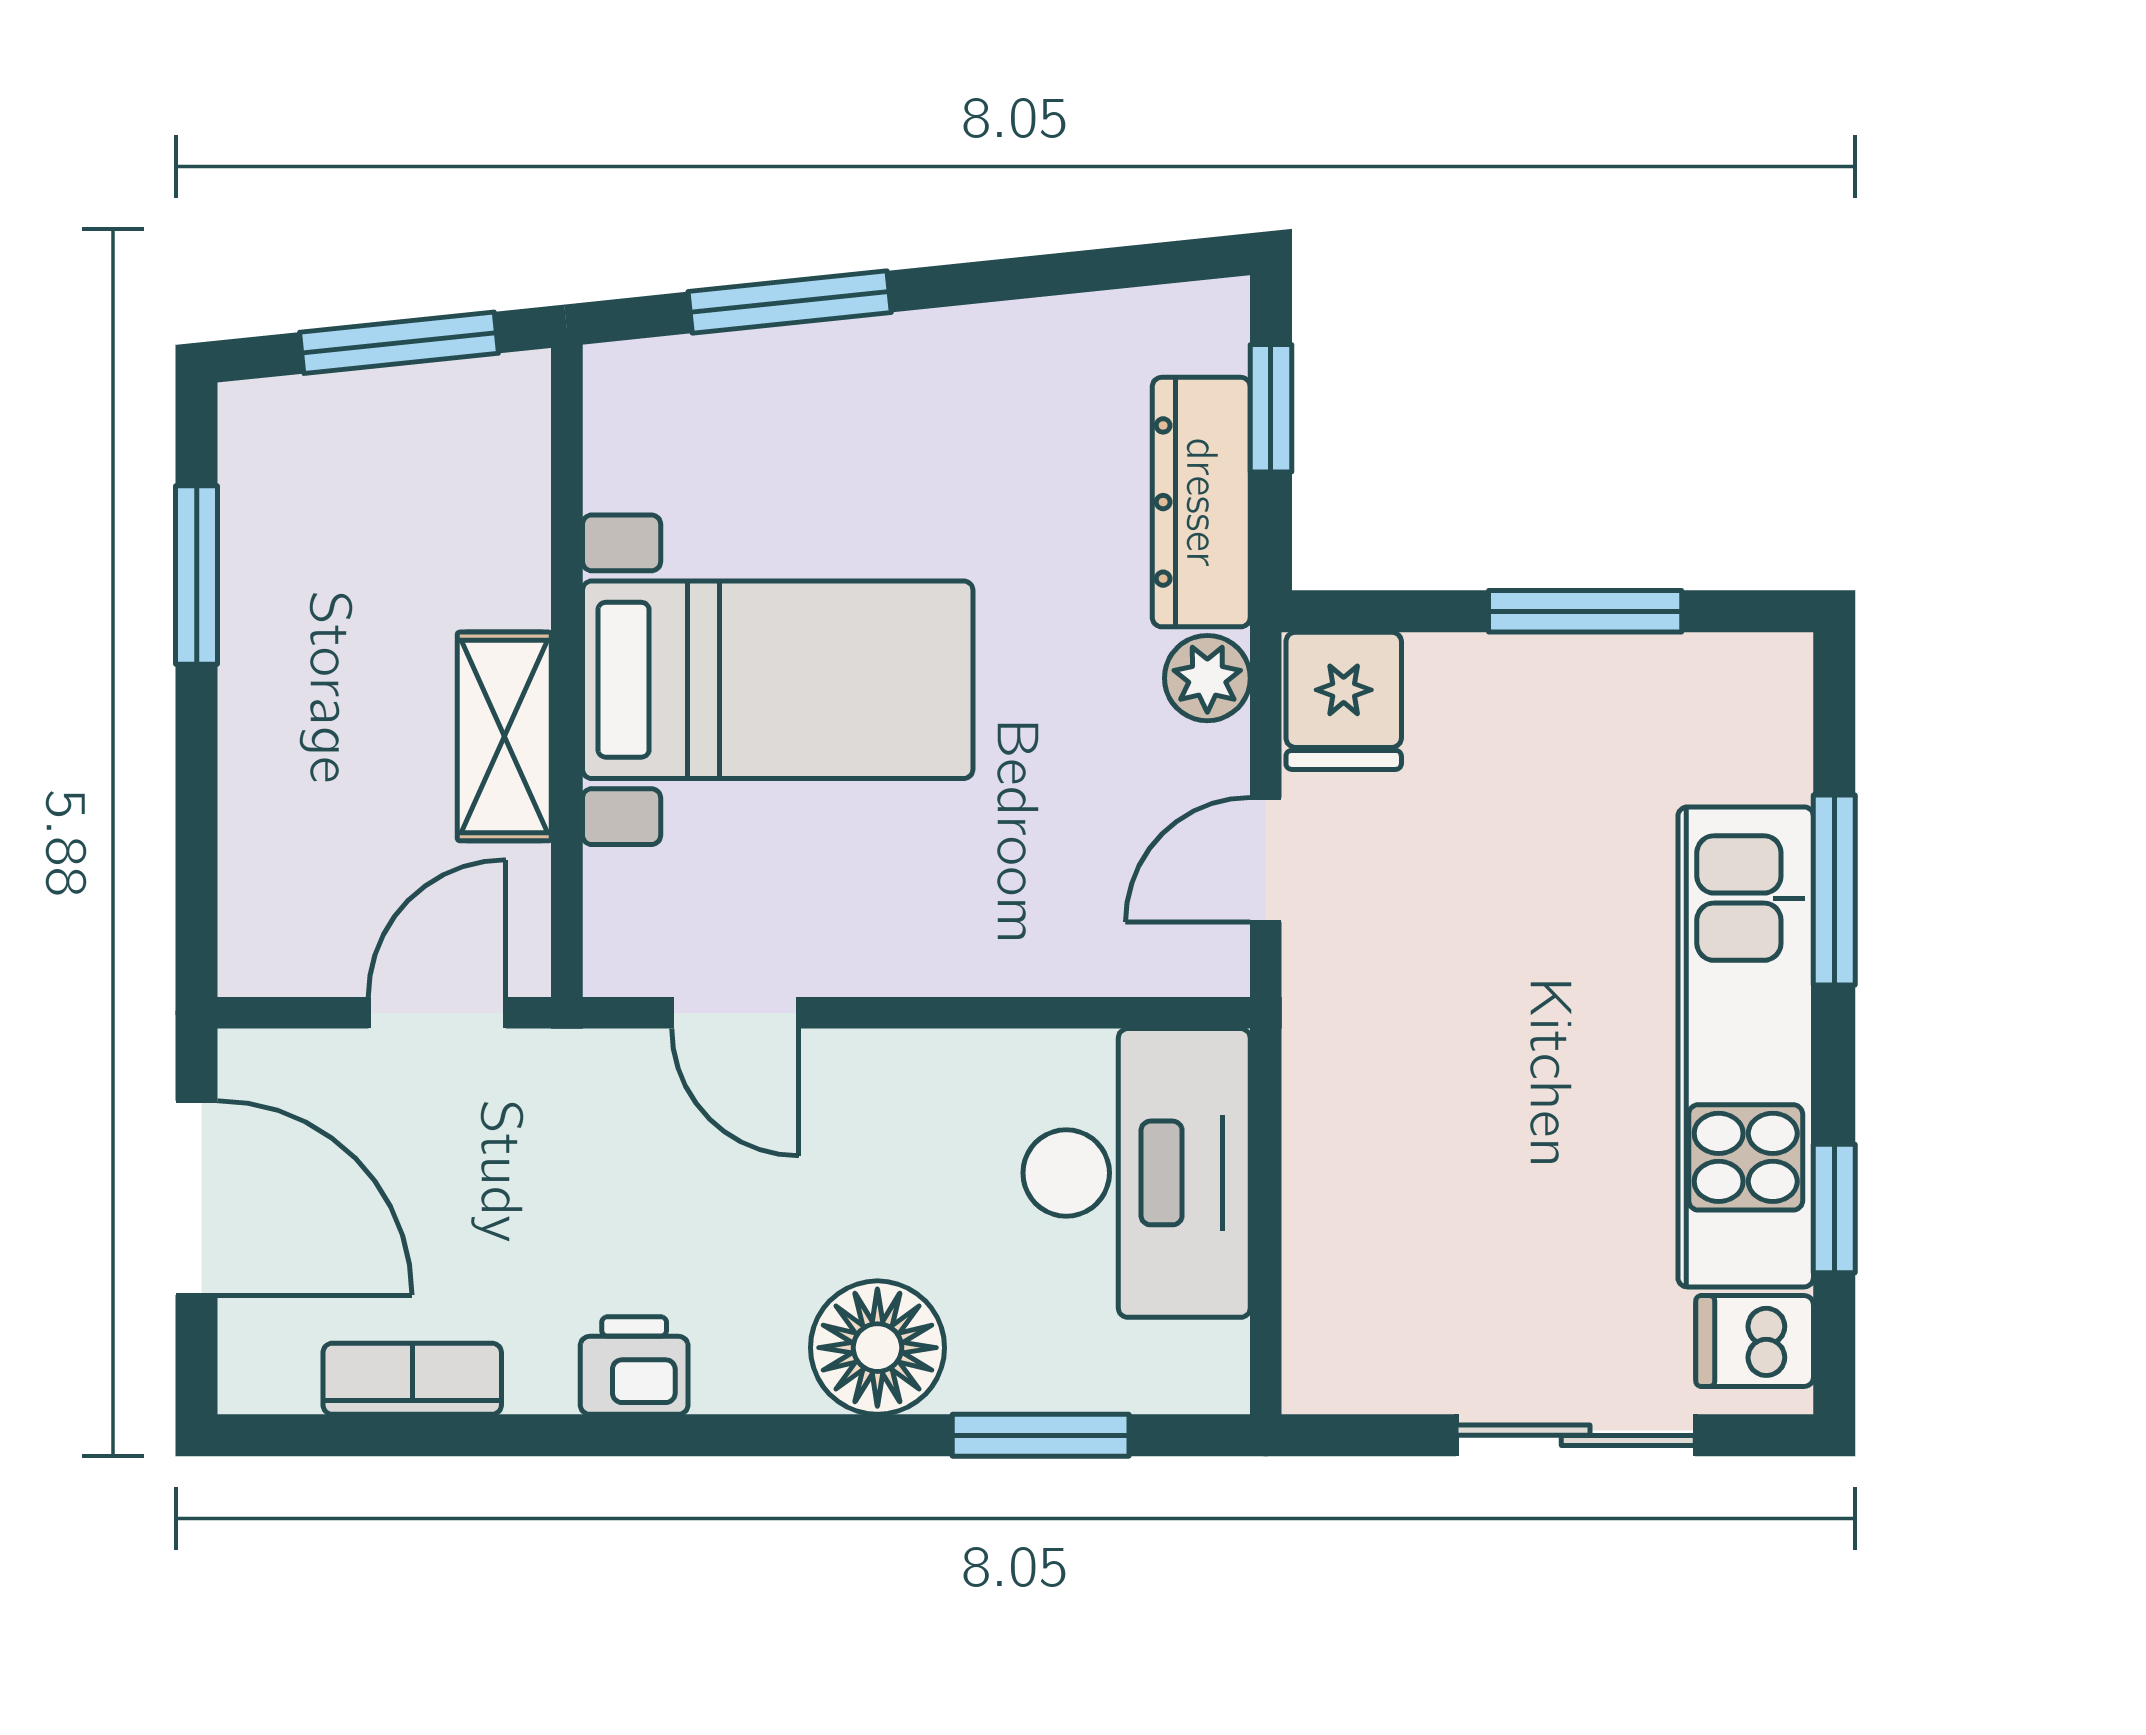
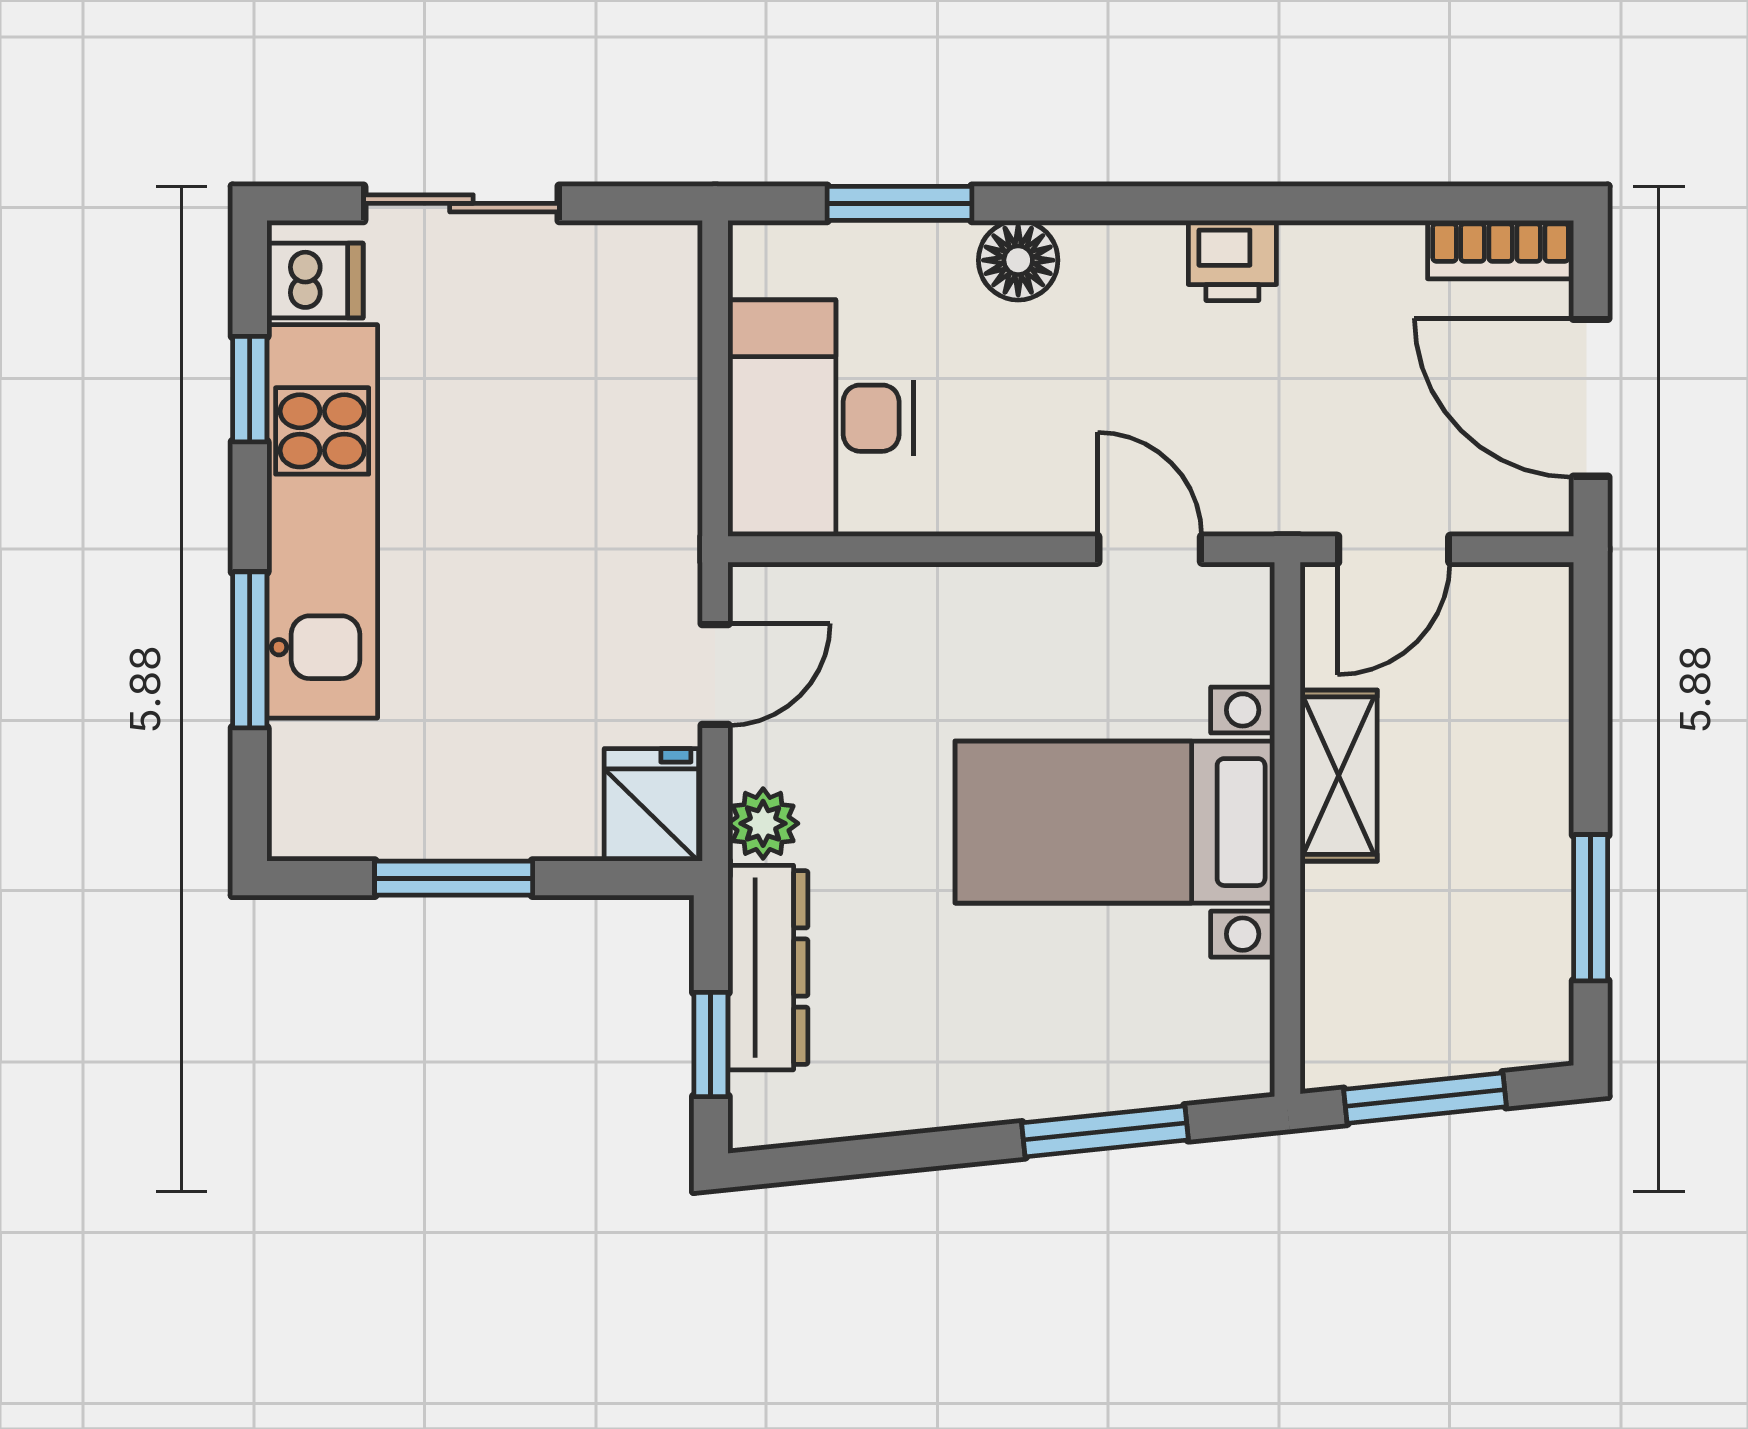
floor lamp: (877, 1348) -> (1018, 260), width x0.73, depth x0.73
bookcase: (412, 1379) -> (1501, 250), moved

